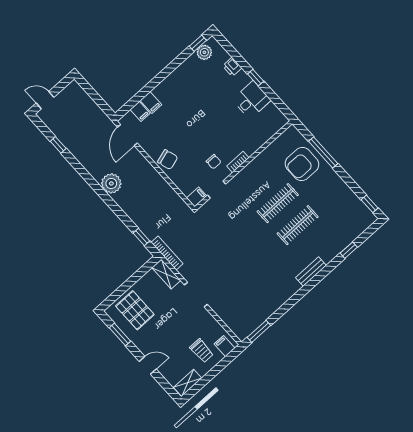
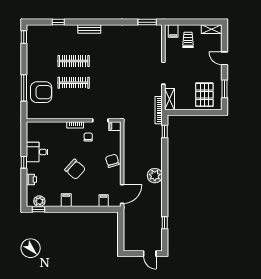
filing cabinet: (151, 103) -> (66, 200), moved
chair: (197, 117) -> (75, 169), added

